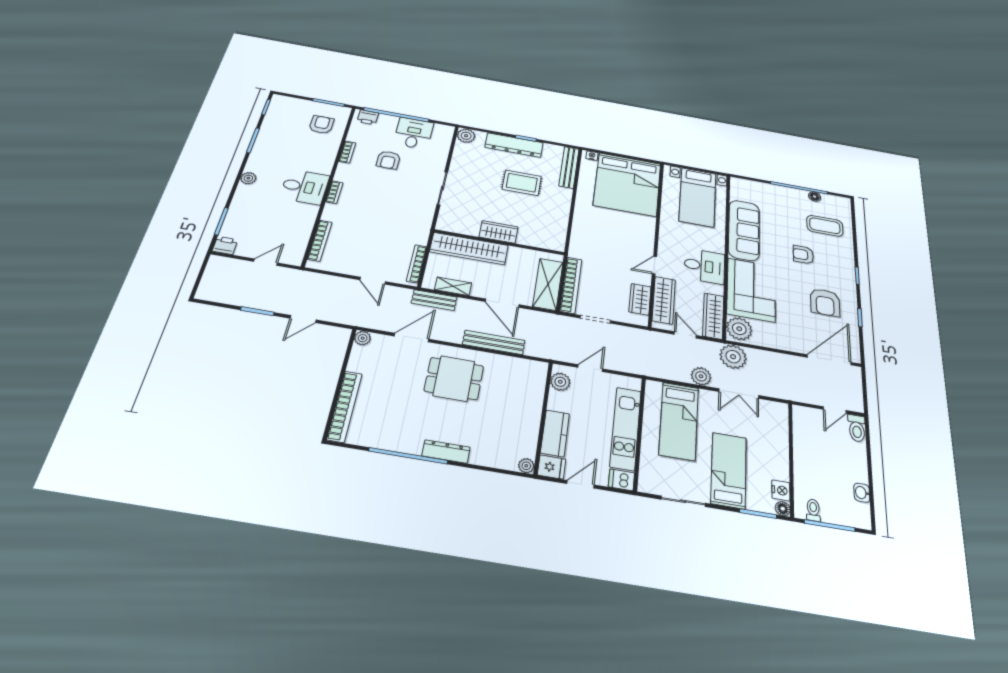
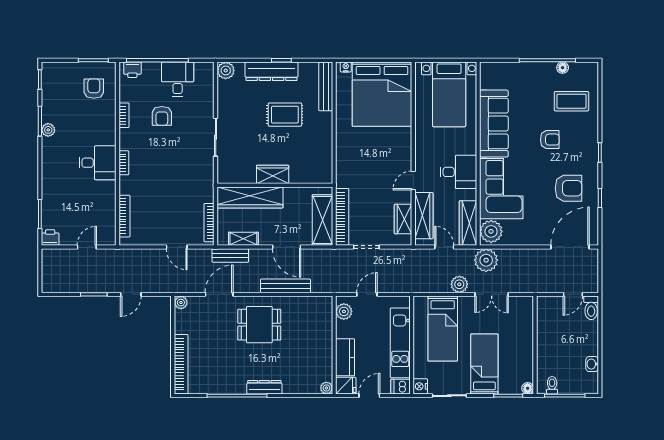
plant: (248, 178) -> (48, 130), moved
armchair: (803, 255) -> (550, 140), turned 180
armchair: (825, 302) -> (569, 188), turned -90
nightstand: (781, 490) -> (420, 386), moved, turned 180

